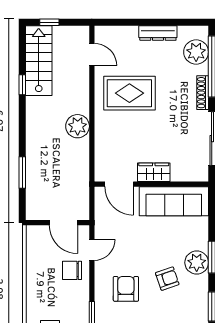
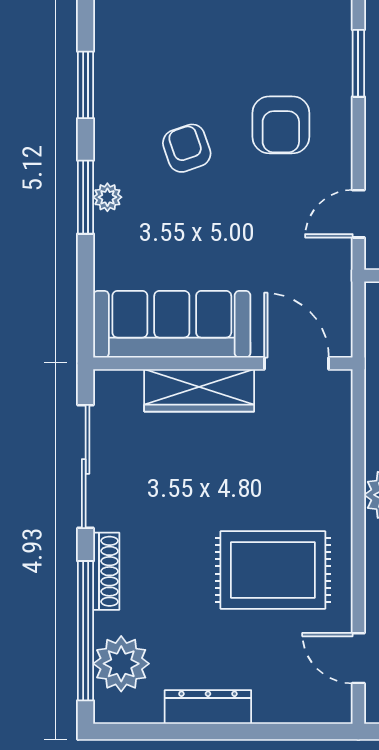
wardrobe: (154, 172) -> (199, 390), width x1.50
plant: (197, 263) -> (107, 197), width x0.53, depth x0.53
armchair: (167, 279) -> (187, 148), turned 90

